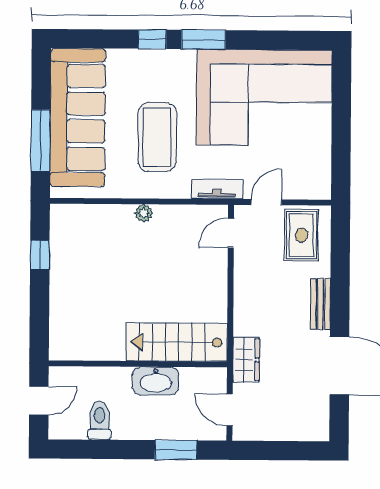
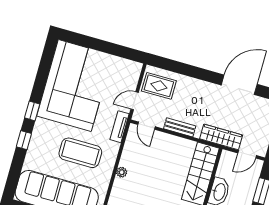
window: (204, 40) -> (32, 111), width x0.67
door: (266, 202) -> (135, 101), hinge flipped
bench: (321, 304) -> (180, 127), moved
wardrobe: (246, 360) -> (221, 137), width x1.50

